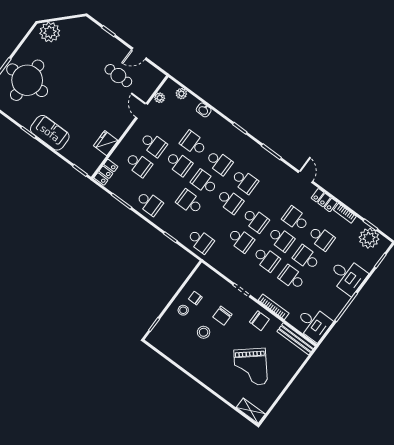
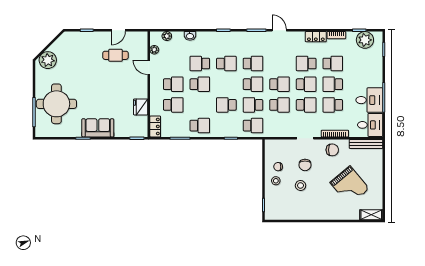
door: (306, 177) -> (279, 30), moved
school desk: (204, 182) -> (253, 105), moved
desk: (347, 276) -> (369, 100), moved

